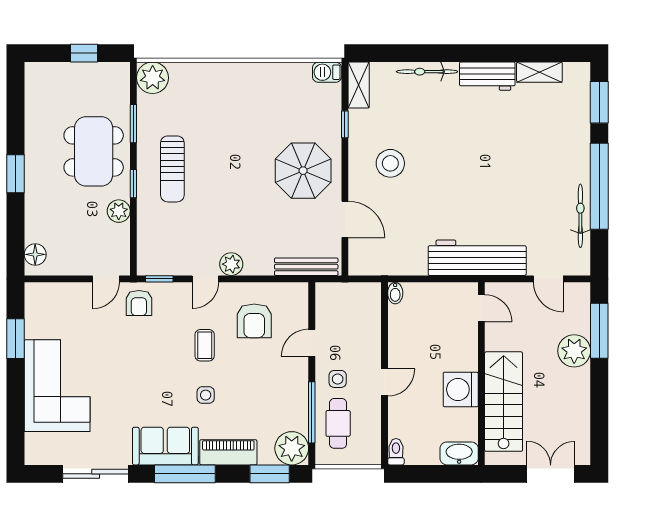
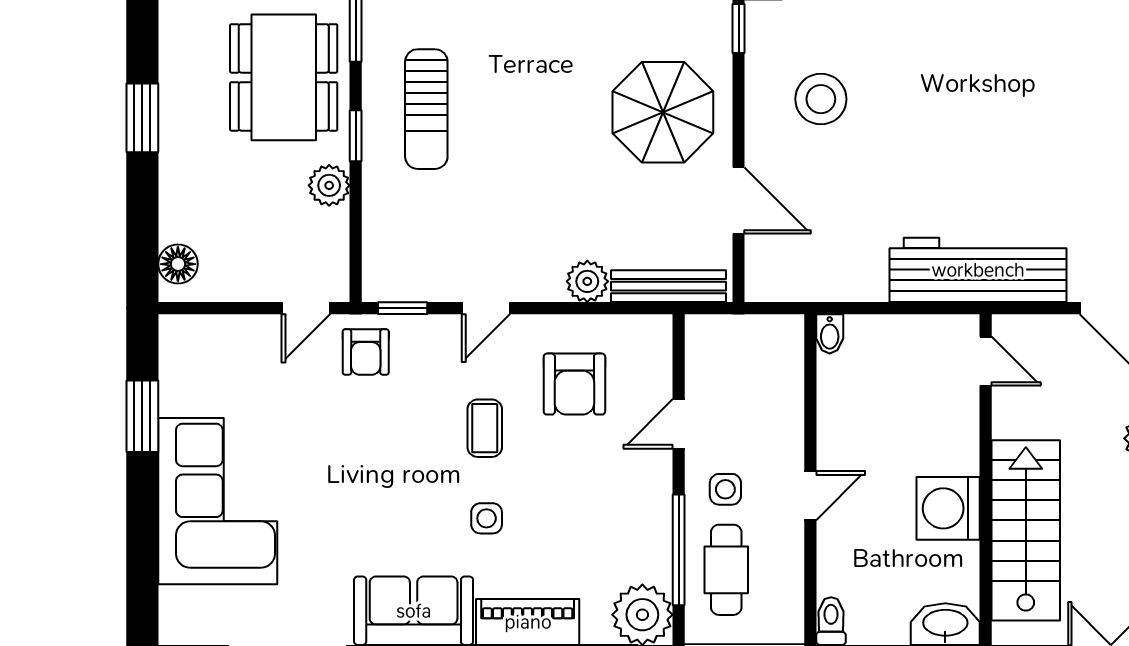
plant: (231, 264) -> (587, 281), moved

